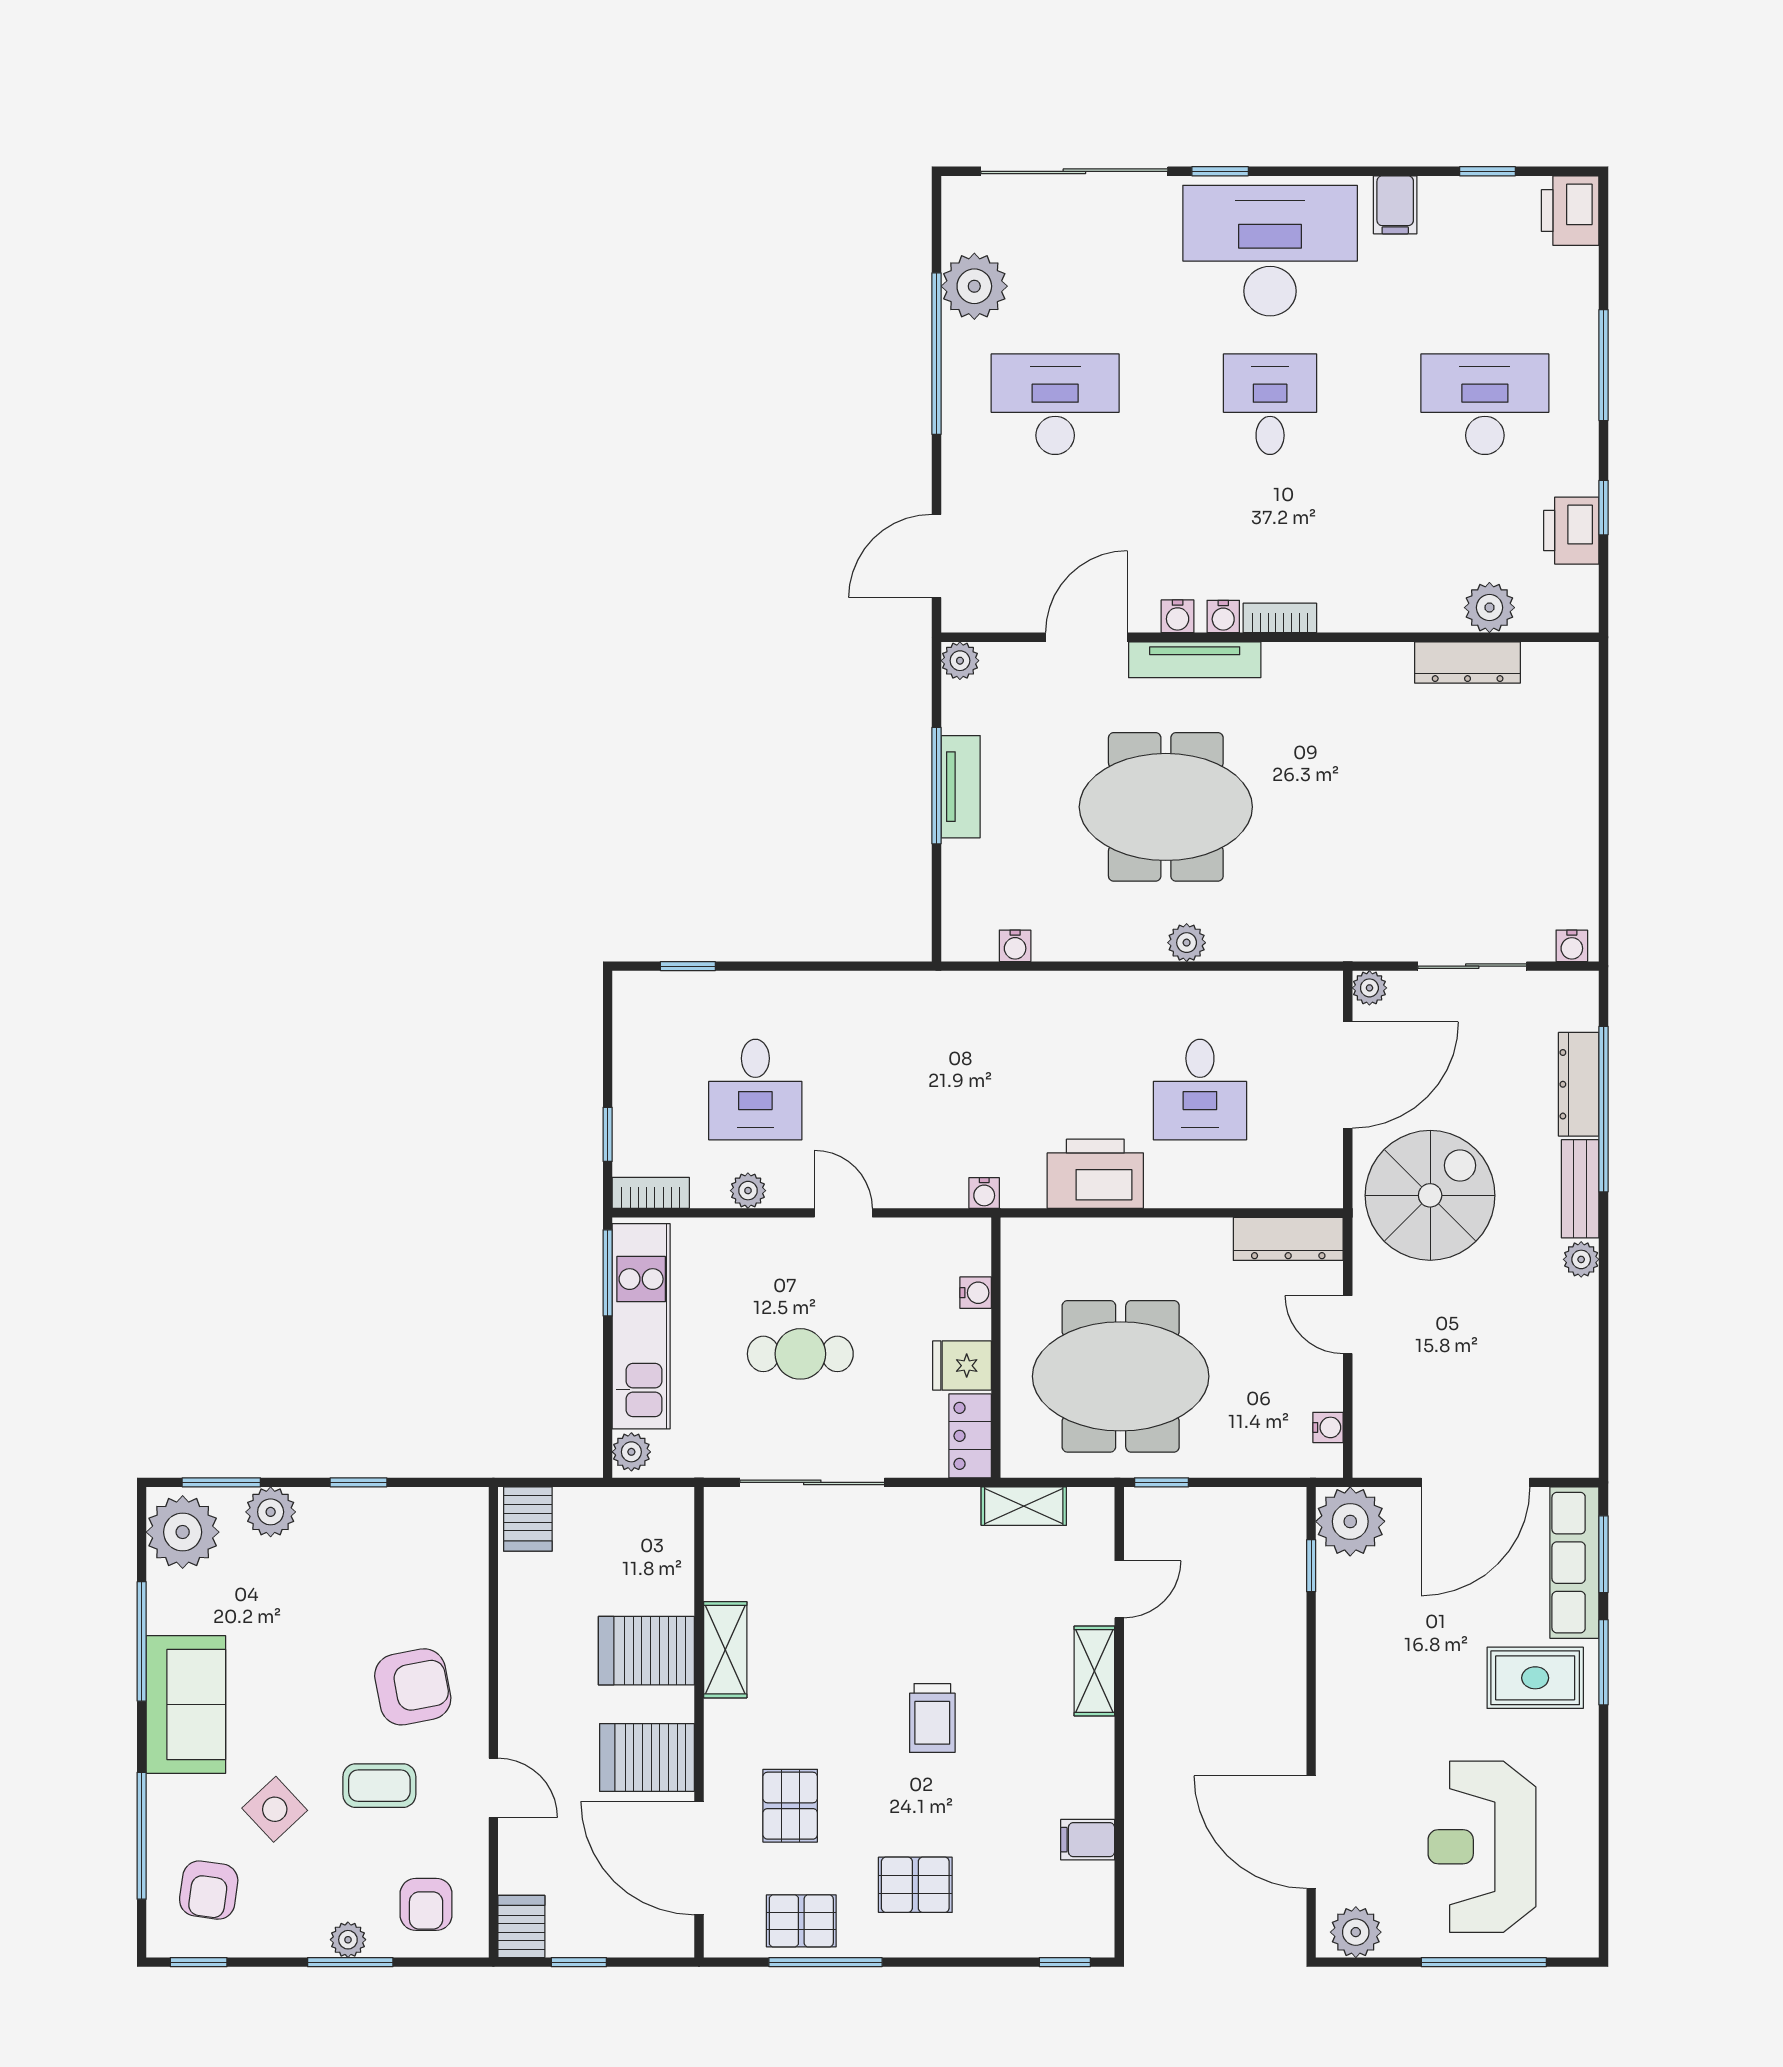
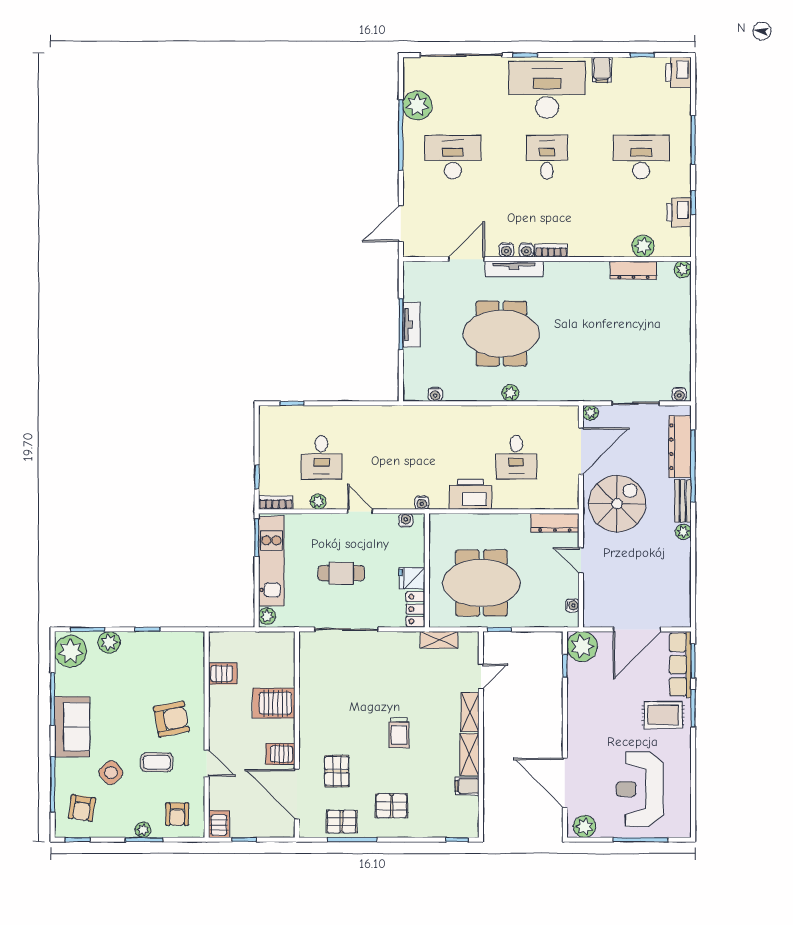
plant: (960, 661) -> (683, 269), moved
dresser: (1579, 1084) -> (680, 447), width x1.37, depth x1.24
water cooler: (976, 1293) -> (406, 520), moved, turned -90
server rack: (528, 1519) -> (223, 674), moved, turned -90
shelving: (725, 1650) -> (469, 754), moved
server rack: (647, 1758) -> (280, 754), width x0.73, depth x0.70

